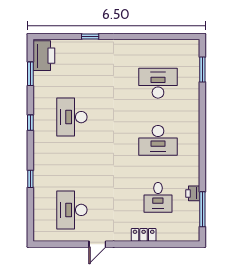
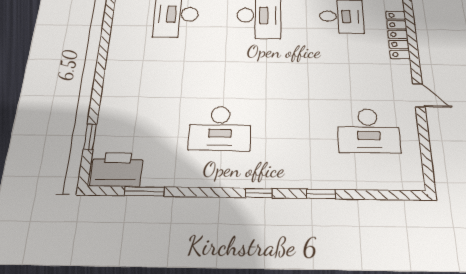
window: (90, 37) -> (90, 137), moved
window: (30, 123) -> (259, 193), moved
locker: (144, 235) -> (398, 35), width x1.53

